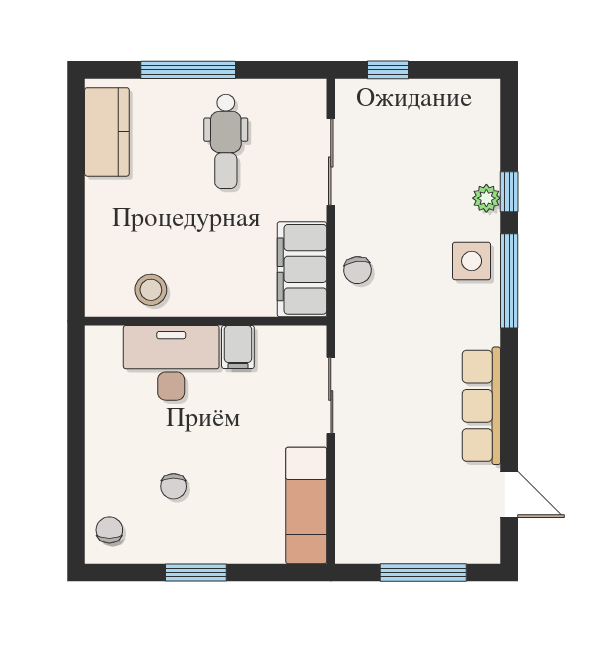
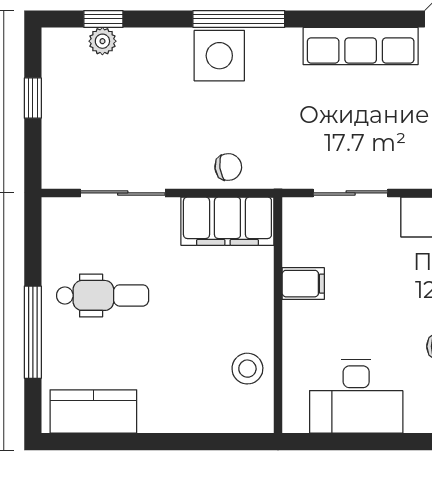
window: (388, 70) -> (33, 98), moved
window: (509, 192) -> (103, 19), moved
plant: (486, 198) -> (102, 41), moved
side table: (472, 261) -> (219, 56), width x1.37, depth x1.37
desk: (171, 363) -> (356, 397), moved, turned -90

